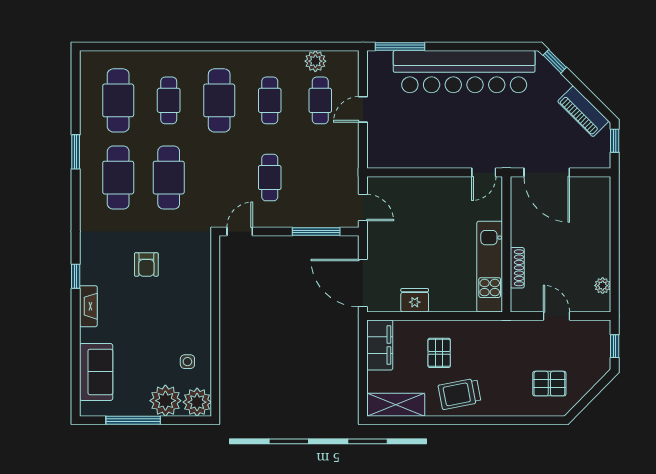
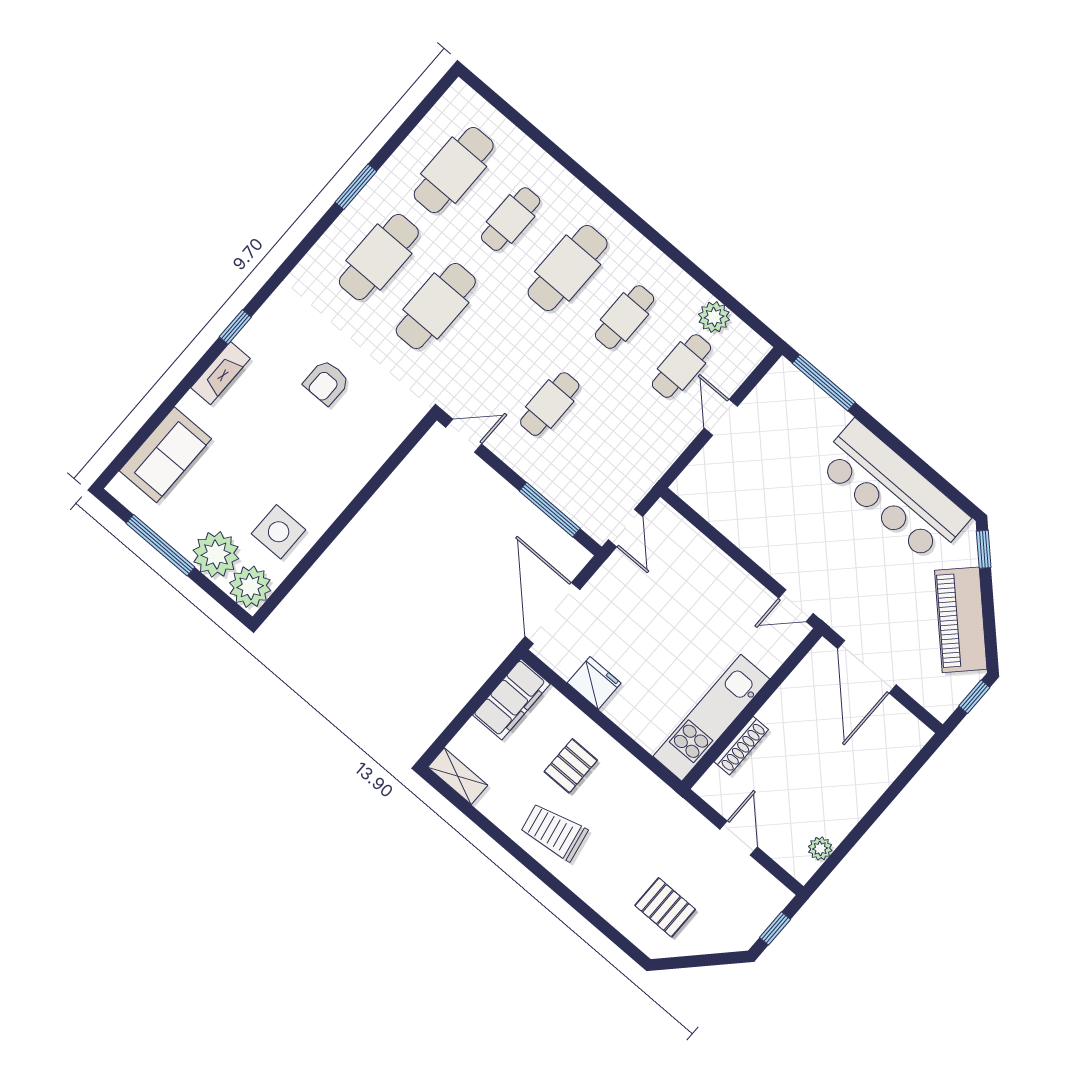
bar counter: (464, 72) -> (893, 491), width x0.73
door: (363, 109) -> (721, 417), hinge flipped
piano: (583, 111) -> (961, 620), width x1.37, depth x1.33
side table: (187, 362) -> (279, 532), width x1.87, depth x1.87
shelving: (396, 405) -> (458, 776), width x0.67, depth x0.75

